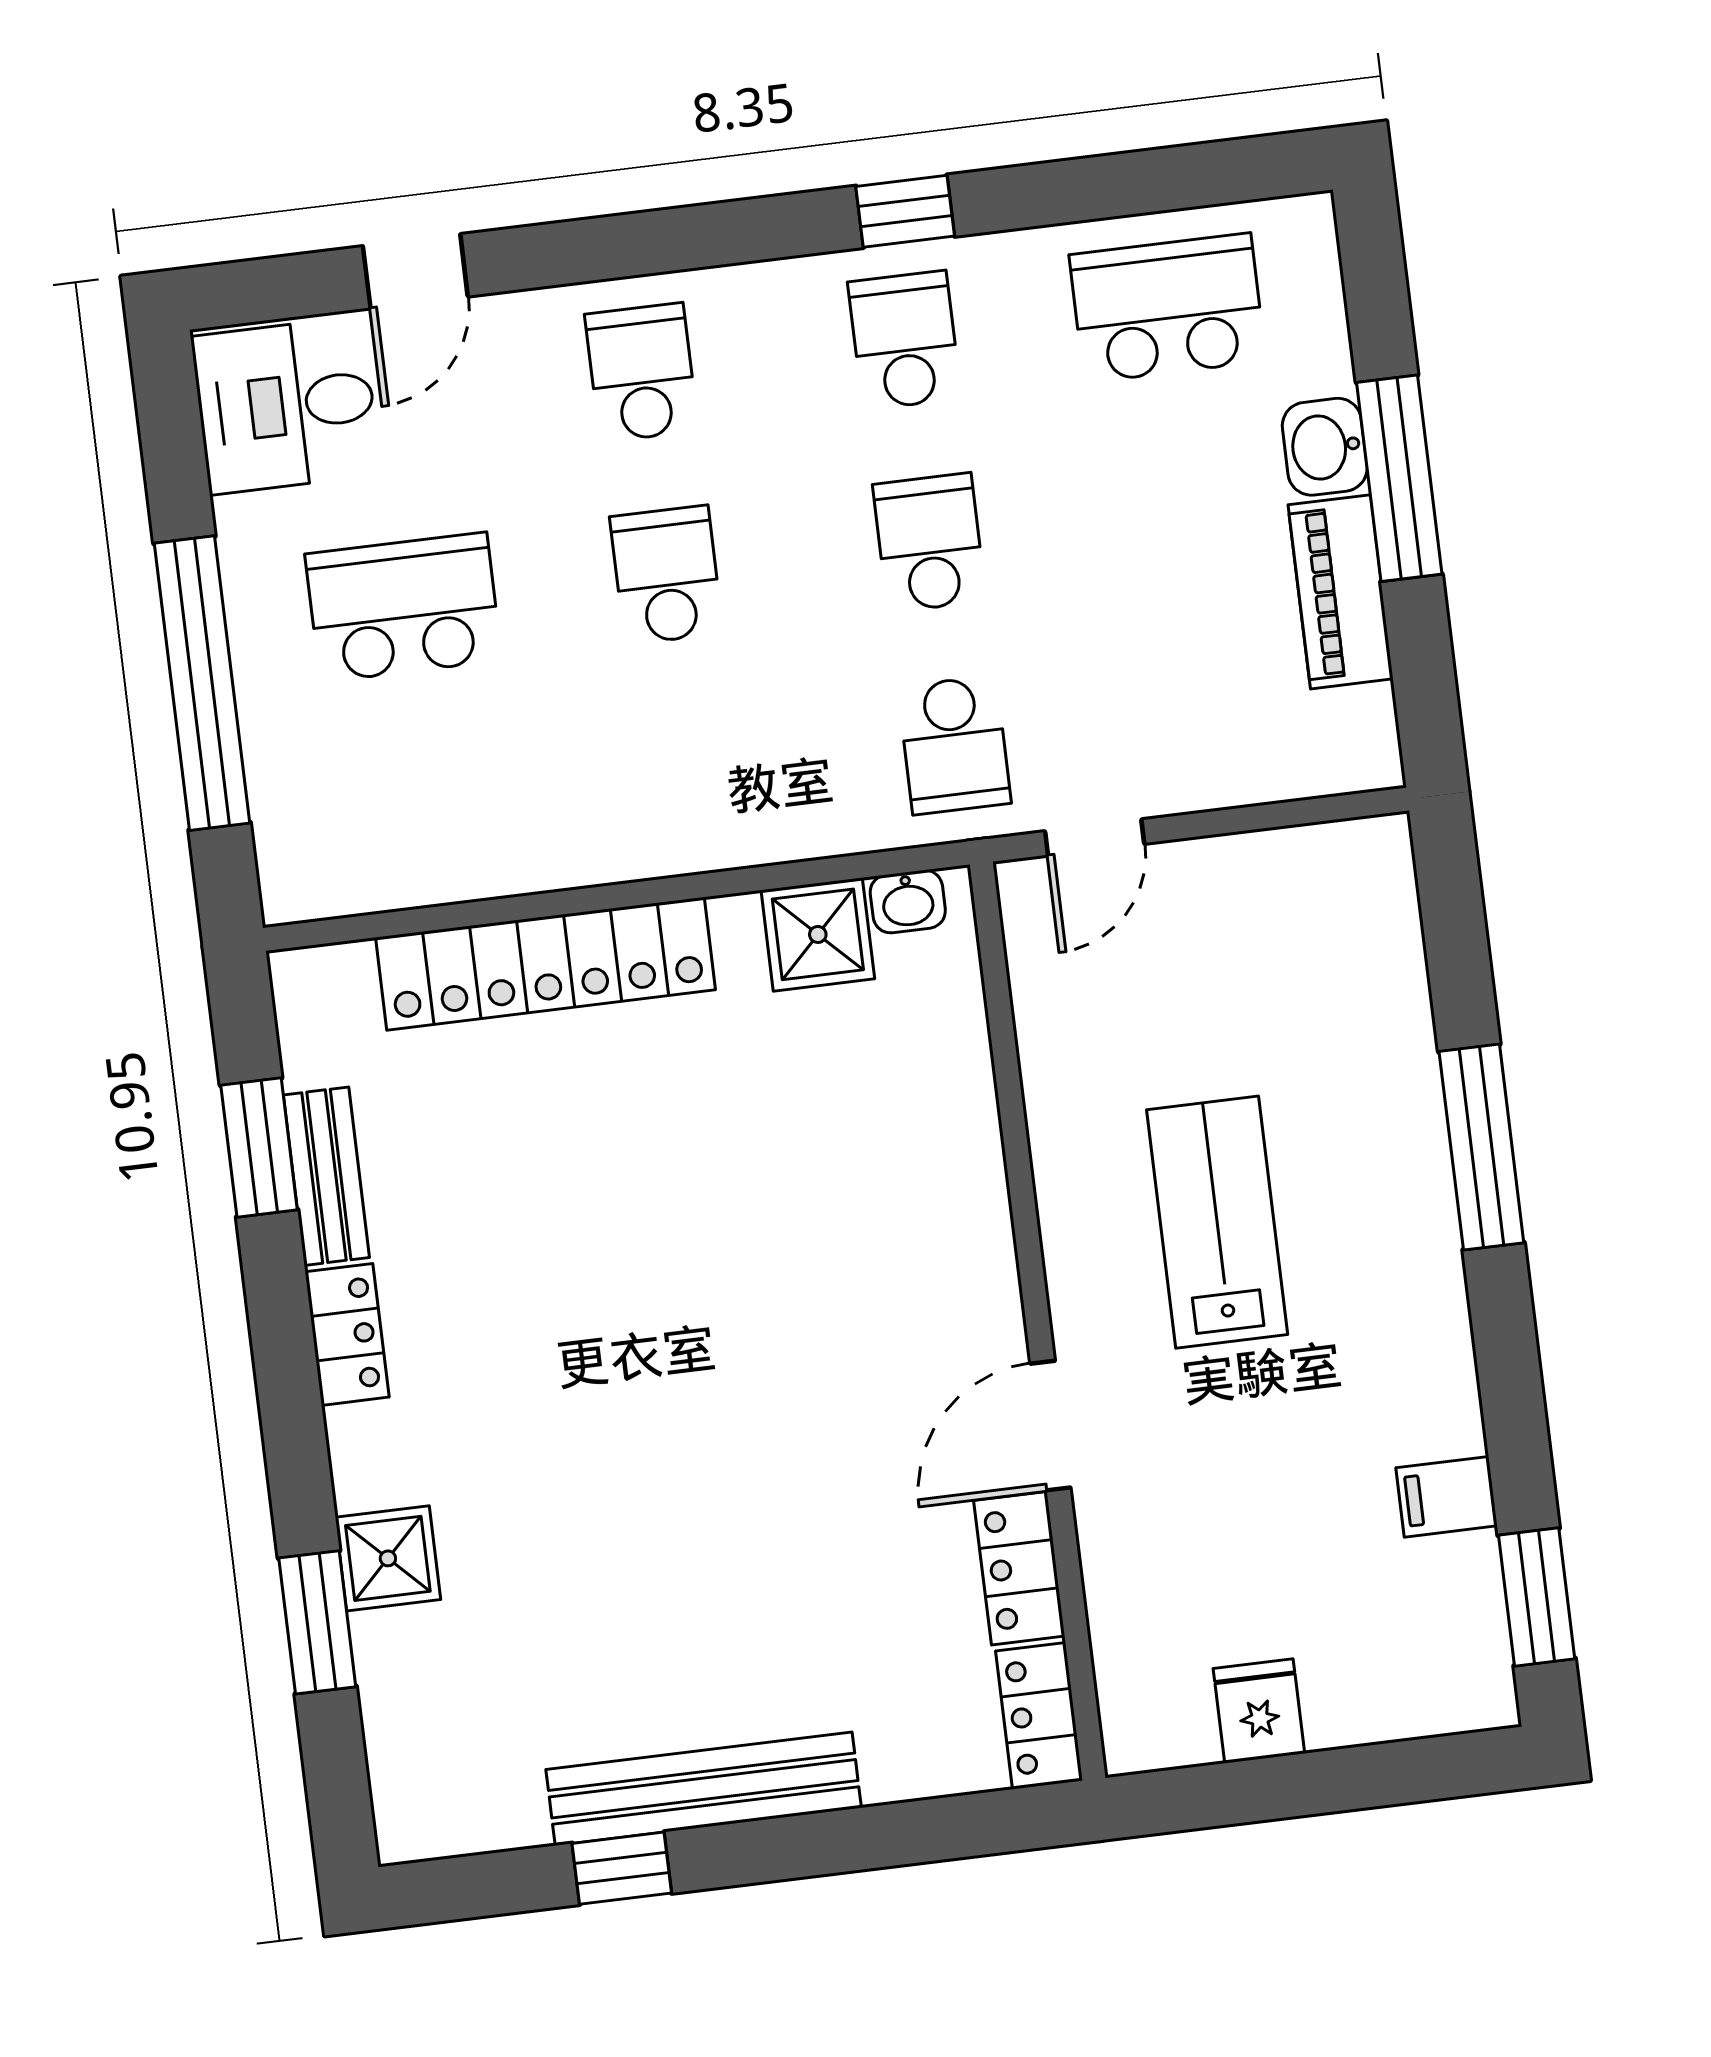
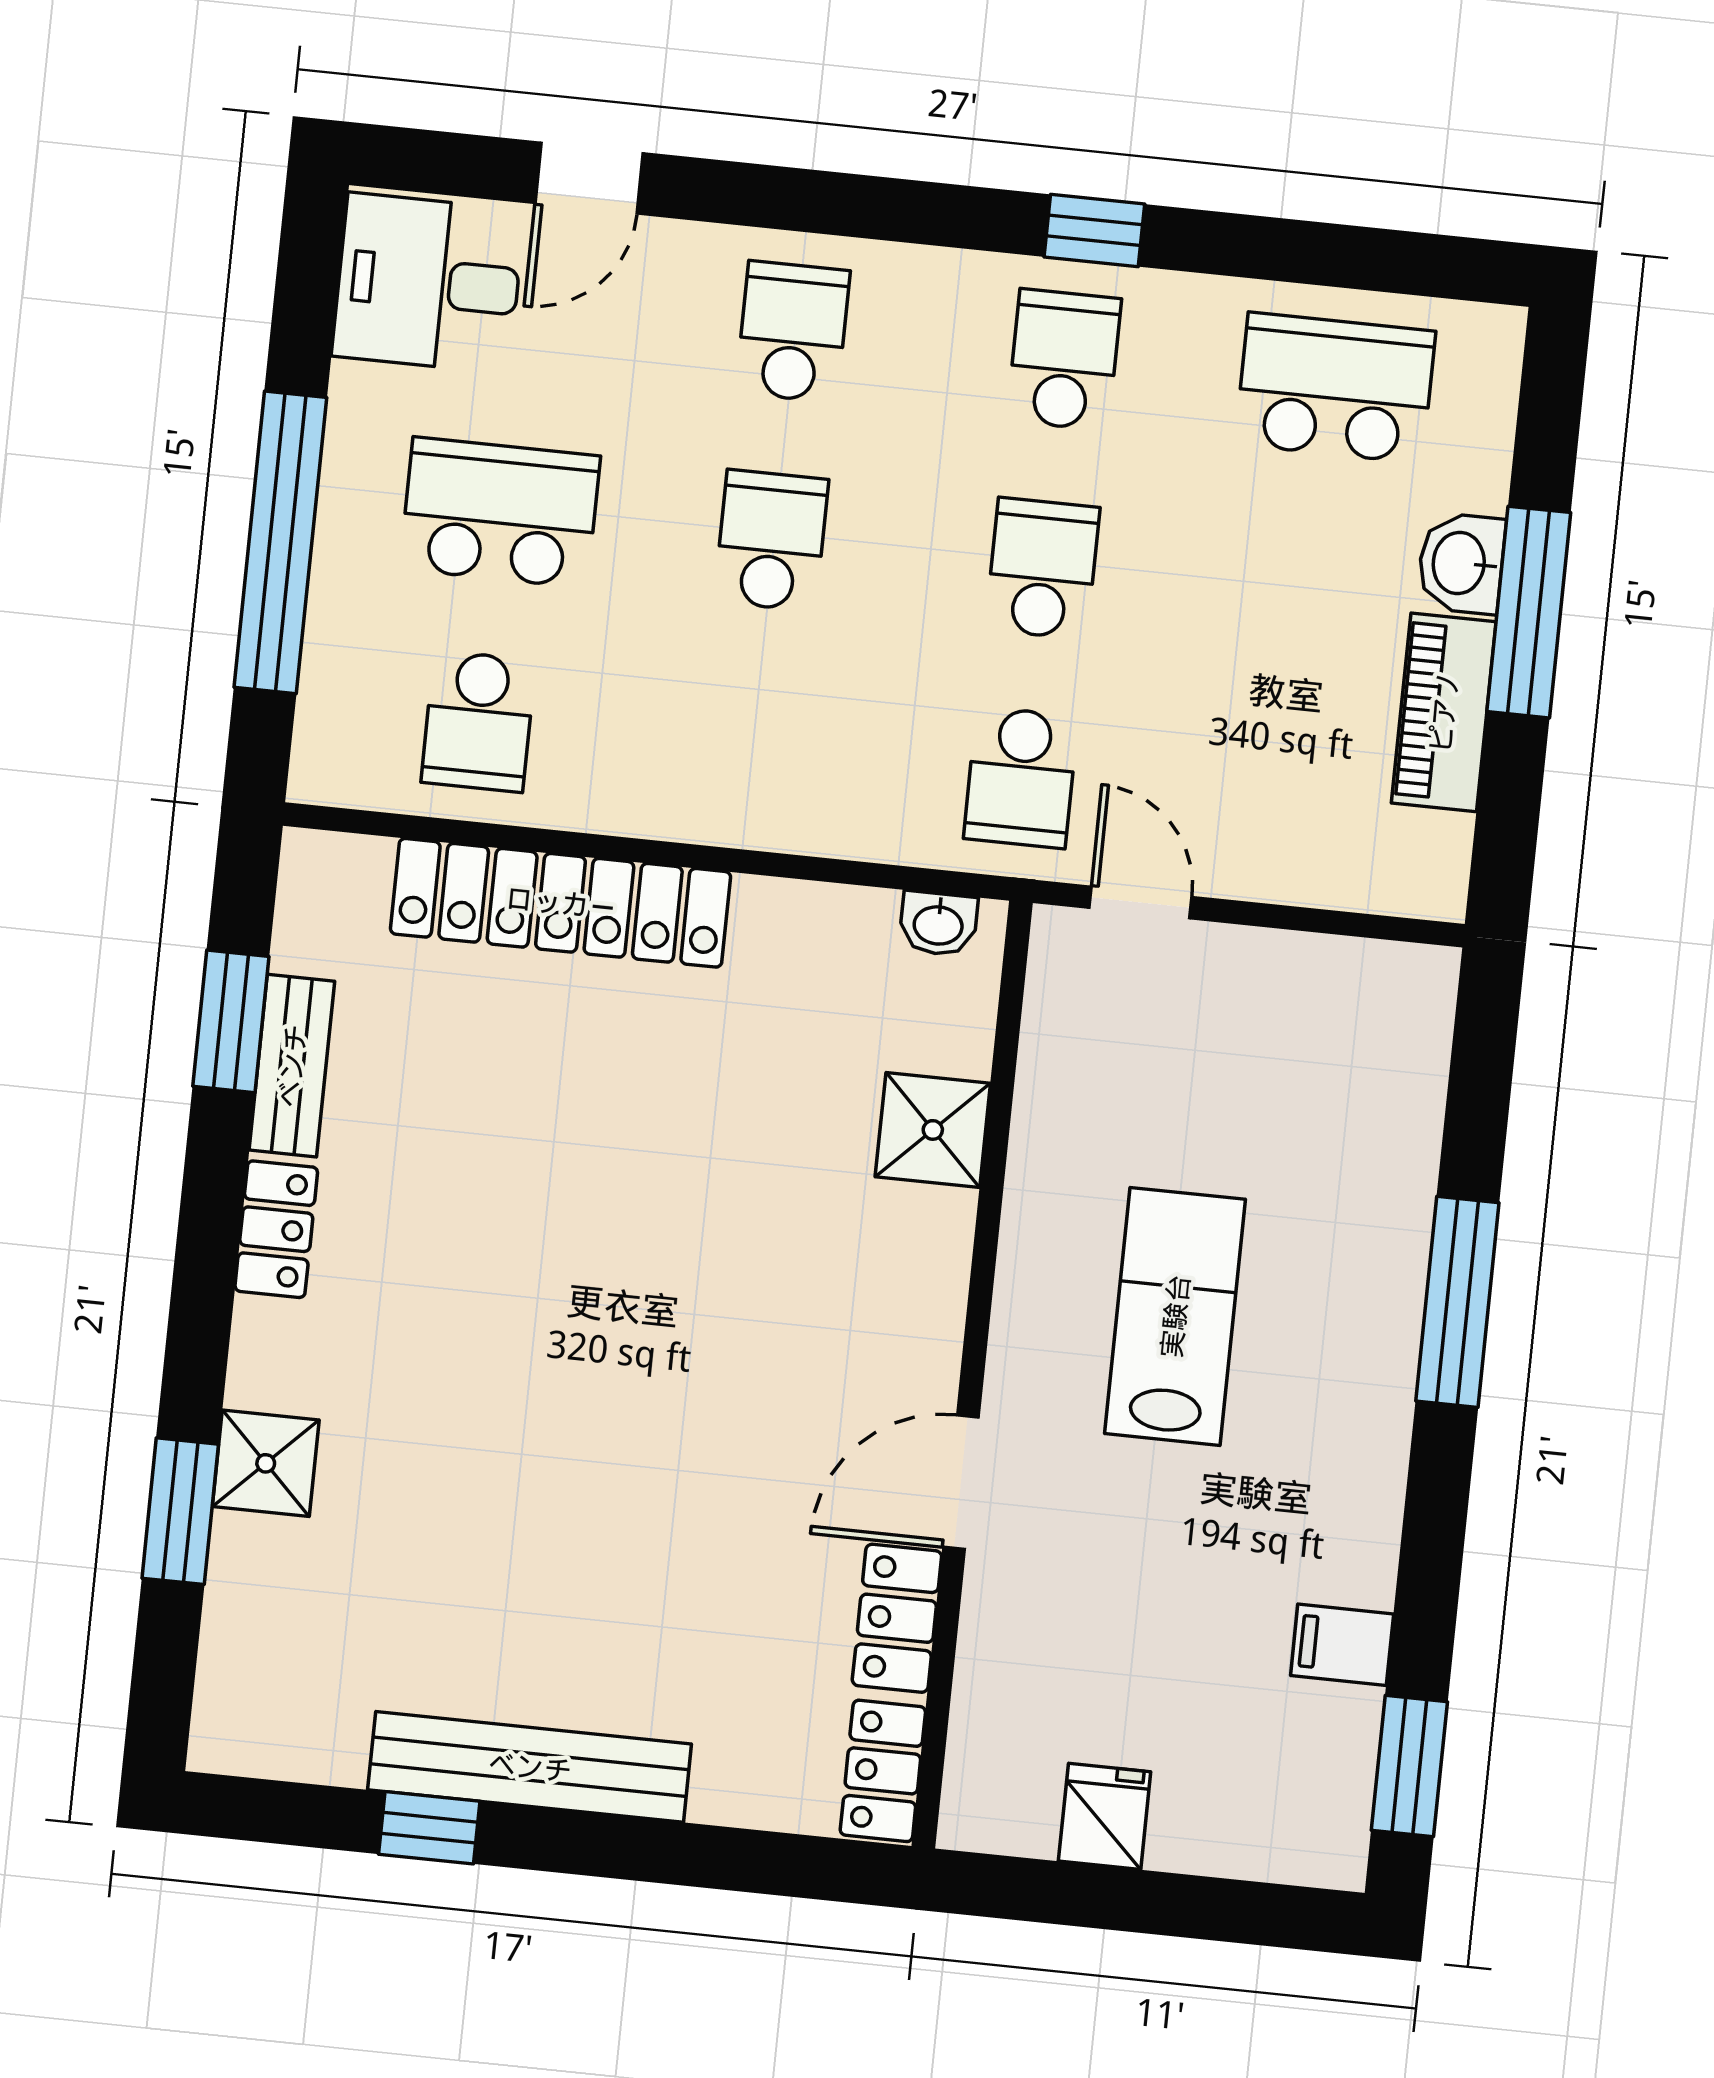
school desk: (428, 810) -> (478, 721), added
door: (1095, 838) -> (1140, 902), swing flipped
shower: (818, 934) -> (933, 1130), moved

